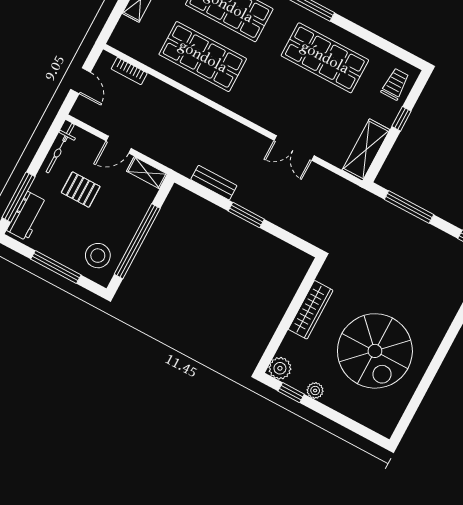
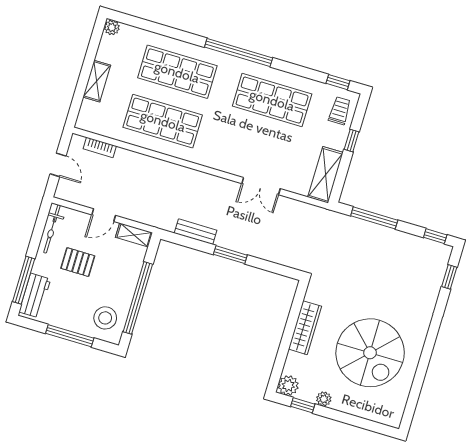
window: (400, 53) -> (338, 82), added

